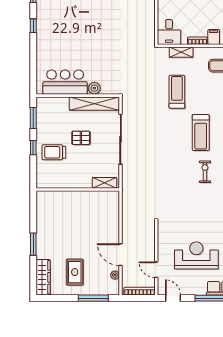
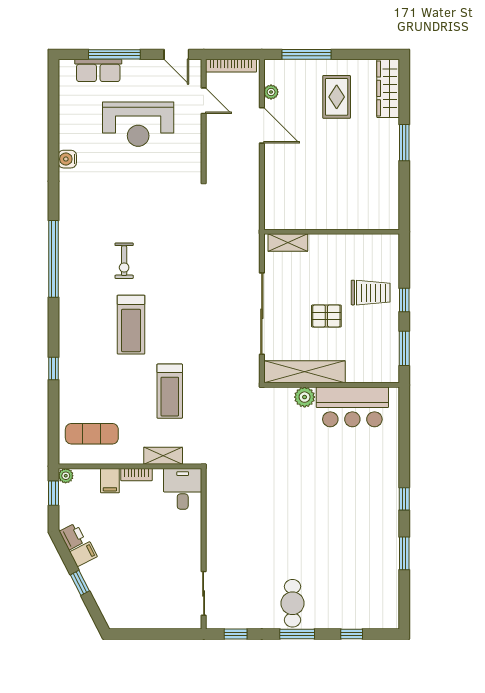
treadmill: (201, 133) -> (131, 325), turned 180

